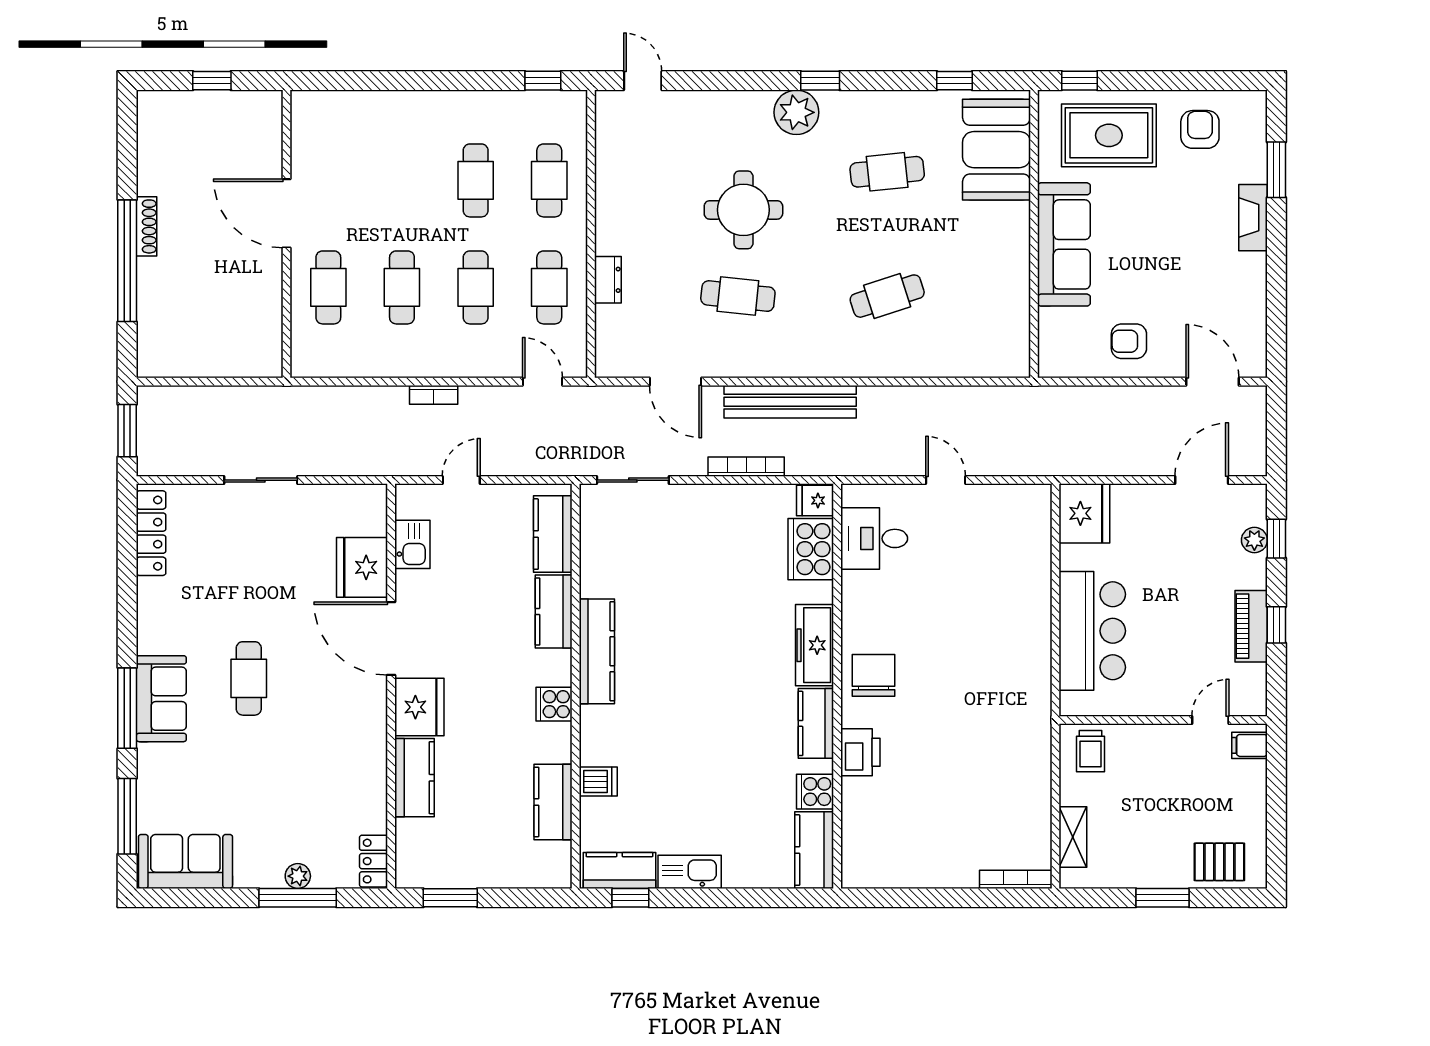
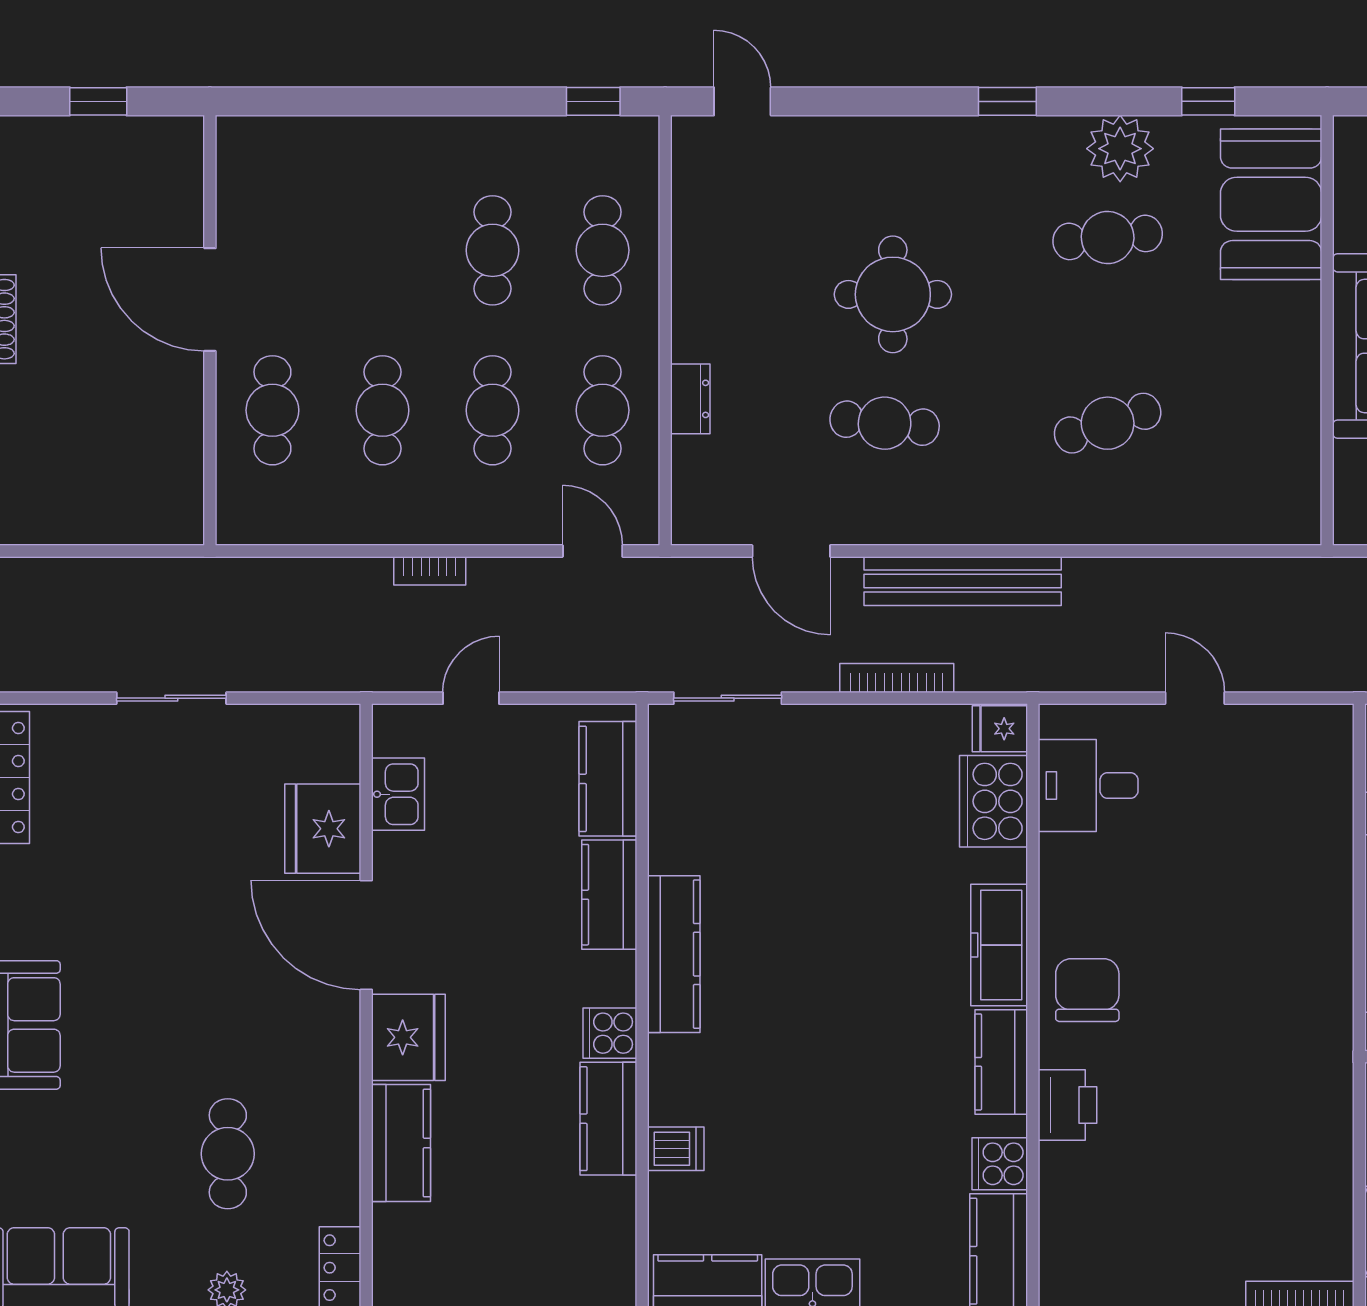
plant: (796, 112) -> (1120, 149), moved
cafe table: (249, 678) -> (228, 1154), moved
kitchen counter: (553, 802) -> (608, 1119), moved

